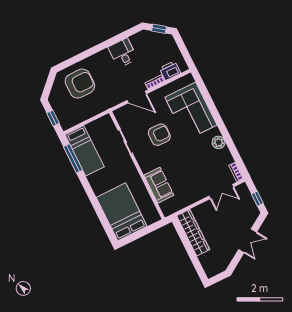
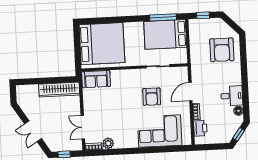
floor lamp: (135, 39) -> (238, 111), added
plant: (219, 142) -> (108, 143), moved
bed: (85, 151) -> (165, 34), width x1.50
sofa: (159, 185) -> (96, 79), moved
bed: (122, 212) -> (102, 44), width x1.36

